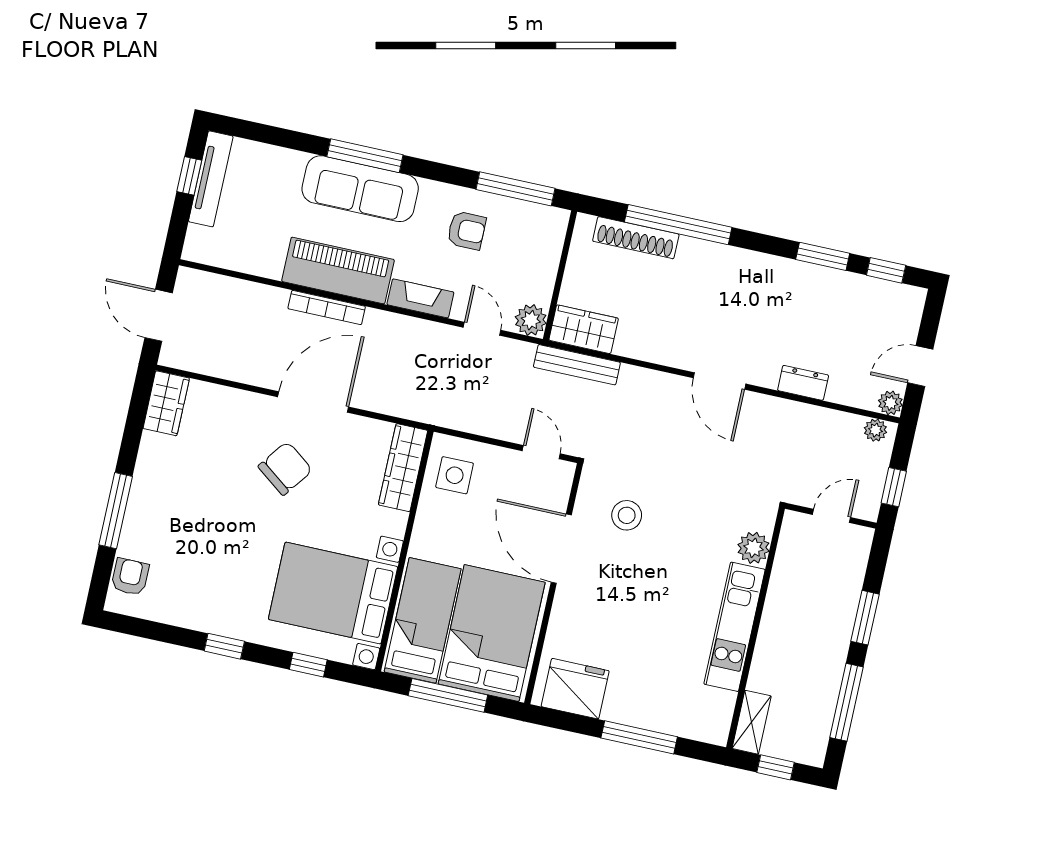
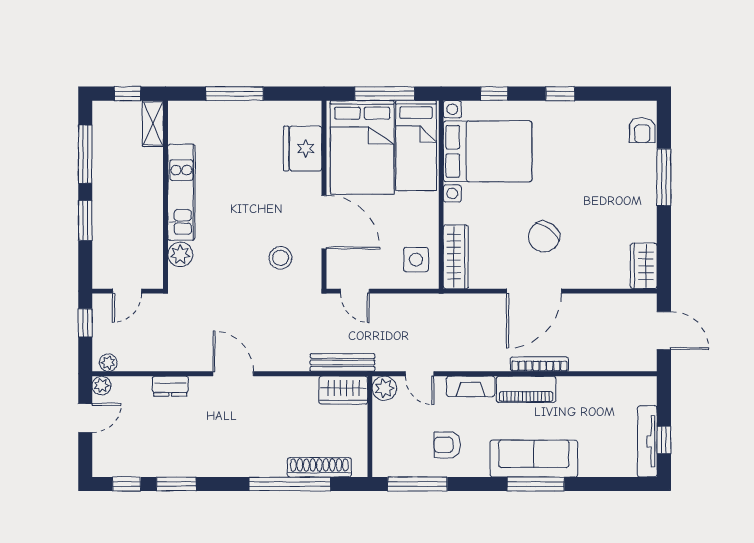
piano: (338, 271) -> (526, 389), width x0.73, depth x0.75
fridge: (575, 689) -> (303, 148), moved, turned 90

